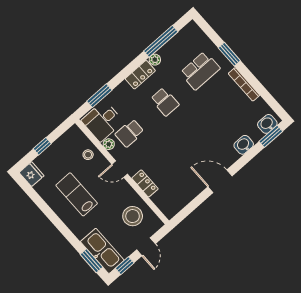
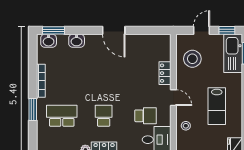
plant: (109, 144) -> (166, 121), removed

